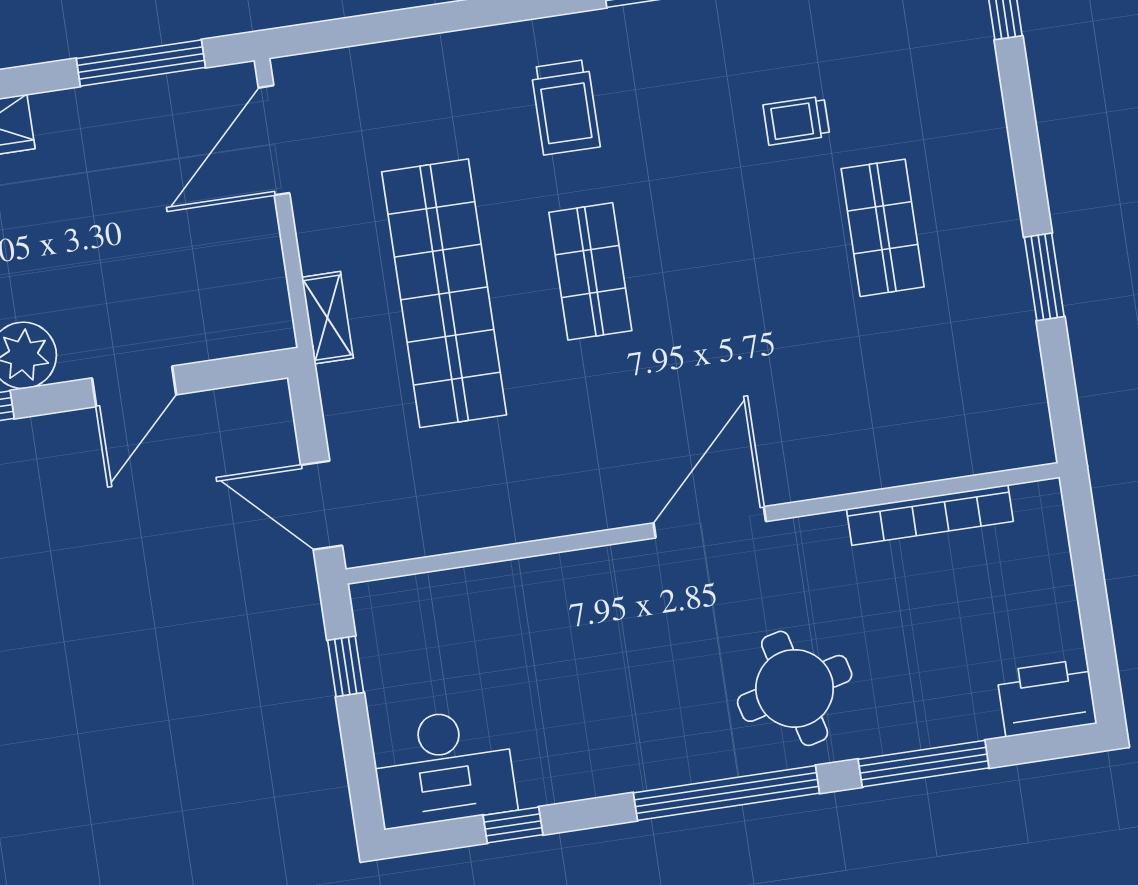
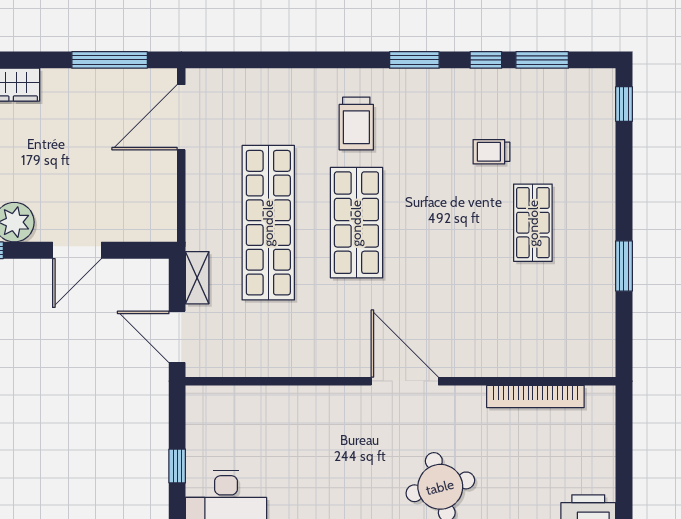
shop shelf: (590, 271) -> (356, 223), width x1.43, depth x1.36
shelving: (327, 318) -> (197, 278), moved
door: (710, 522) -> (405, 381), hinge flipped
window: (346, 666) -> (177, 466), moved

